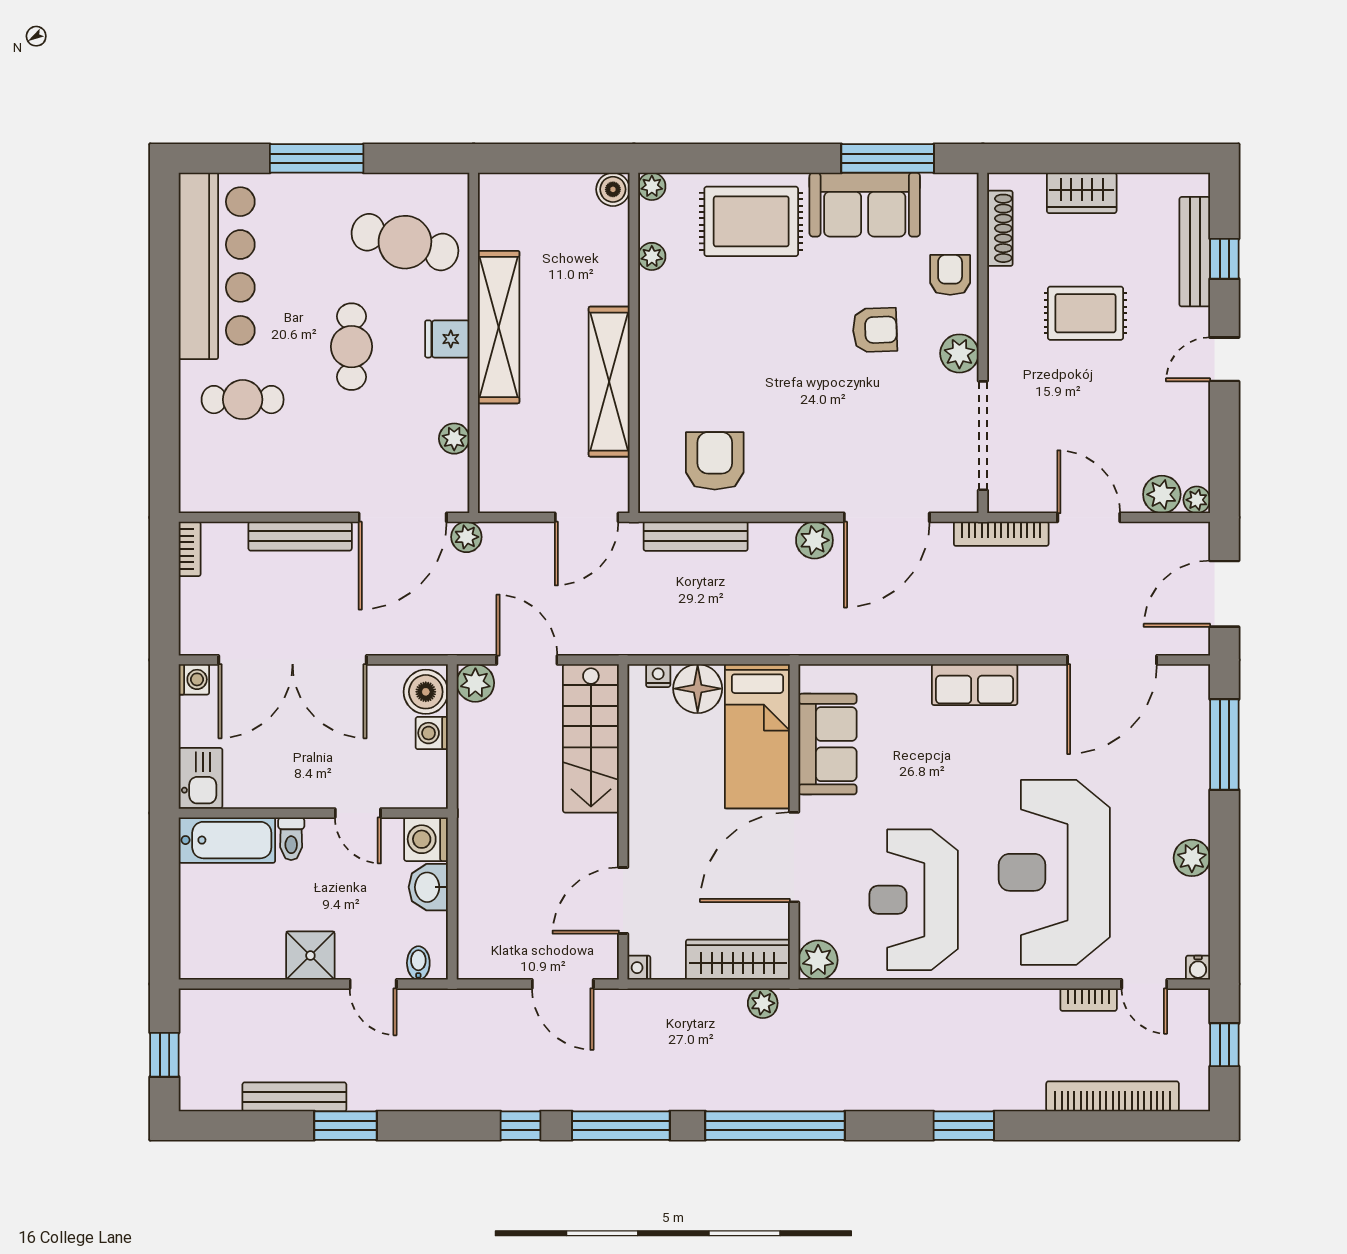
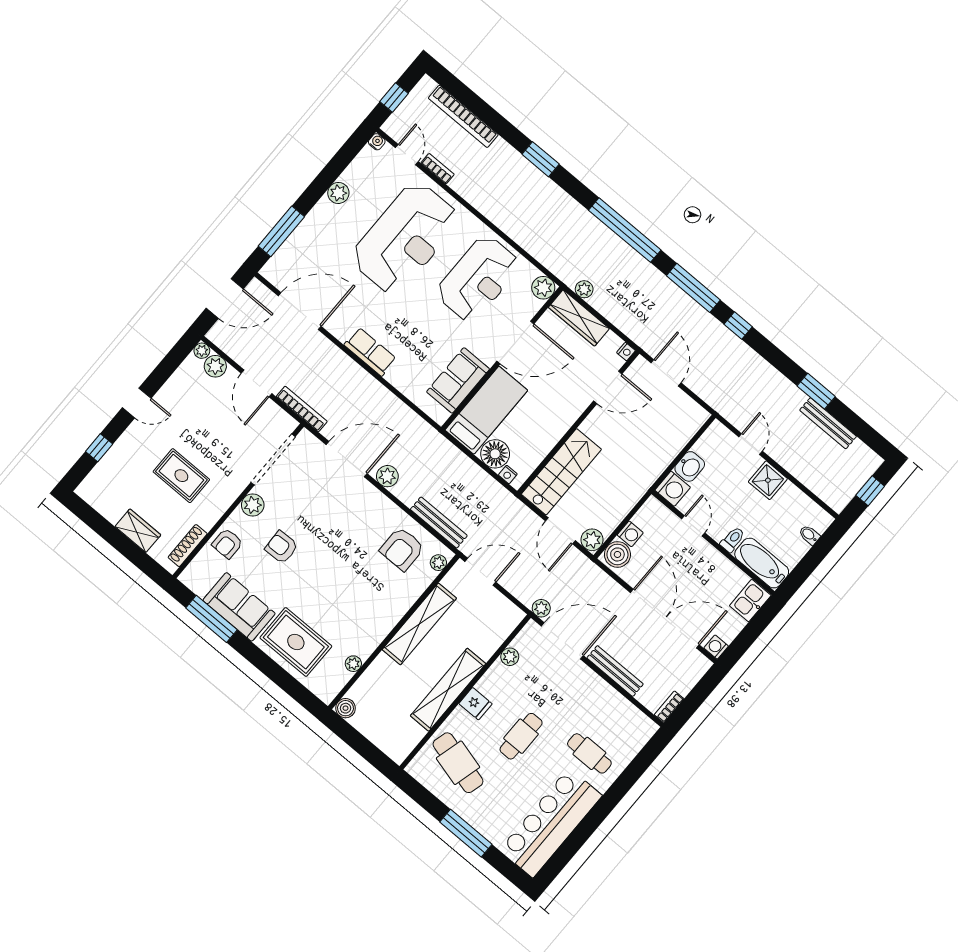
plant: (652, 186) -> (438, 563), moved
bench: (1195, 252) -> (110, 462), removed
bidet: (418, 963) -> (809, 535), moved, turned 90

